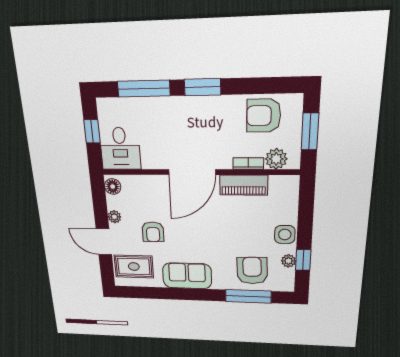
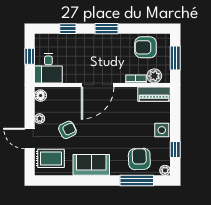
window: (144, 89) -> (68, 29), width x0.46
piano: (244, 185) -> (154, 94), moved
armchair: (153, 232) -> (67, 130), turned -116
plant: (288, 261) -> (165, 170), moved

